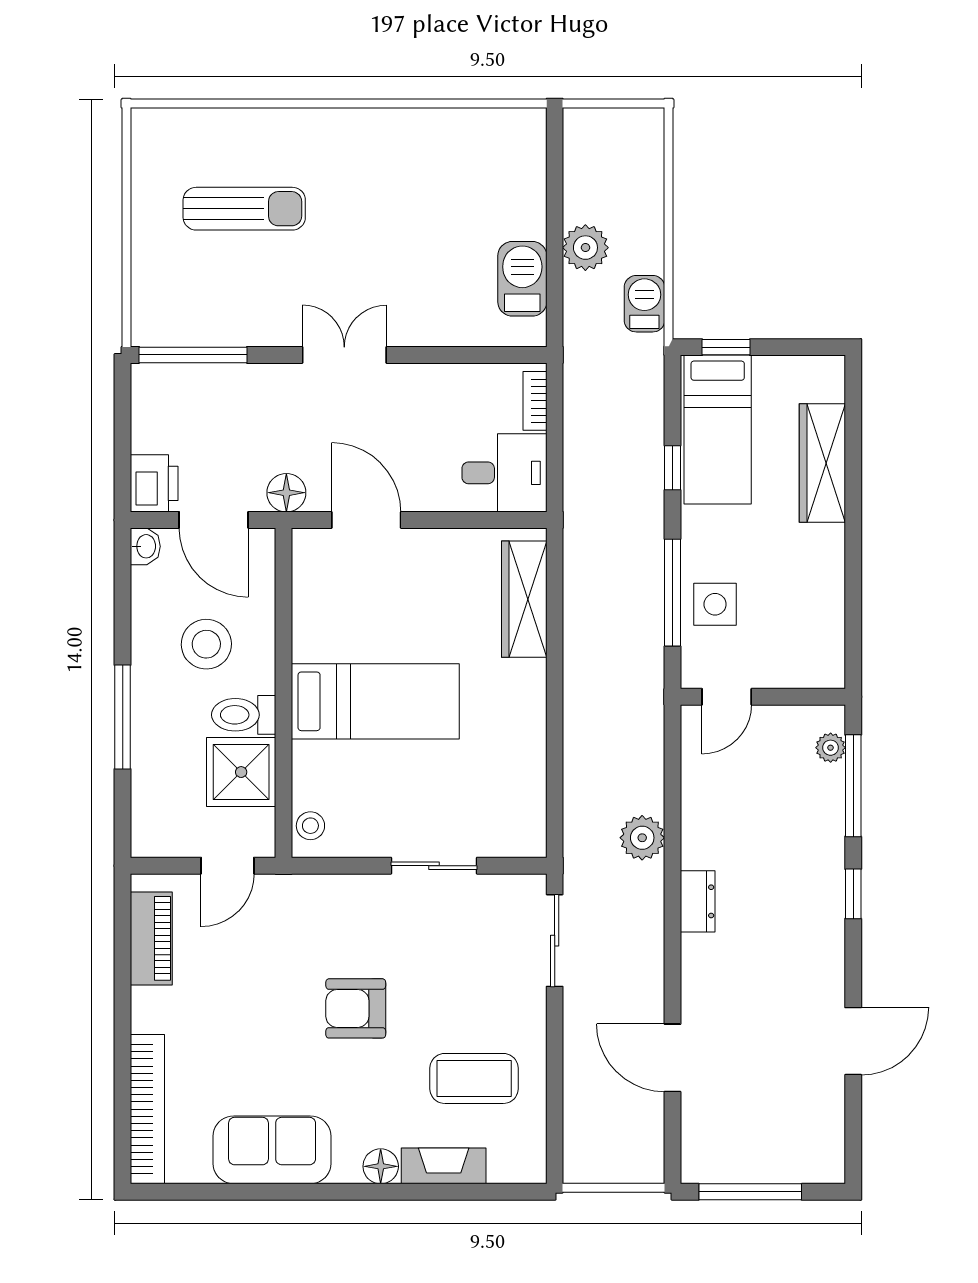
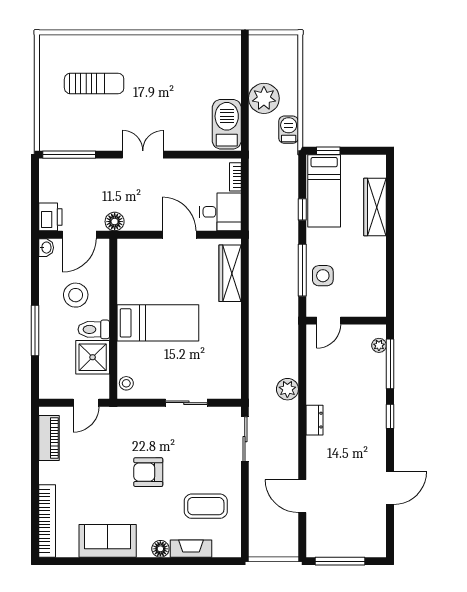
plant: (585, 248) -> (264, 98), width x1.36, depth x1.36
barbecue: (522, 279) -> (227, 124), width x1.37, depth x1.21
door: (214, 520) -> (79, 235), hinge flipped
door: (366, 520) -> (179, 235), moved

